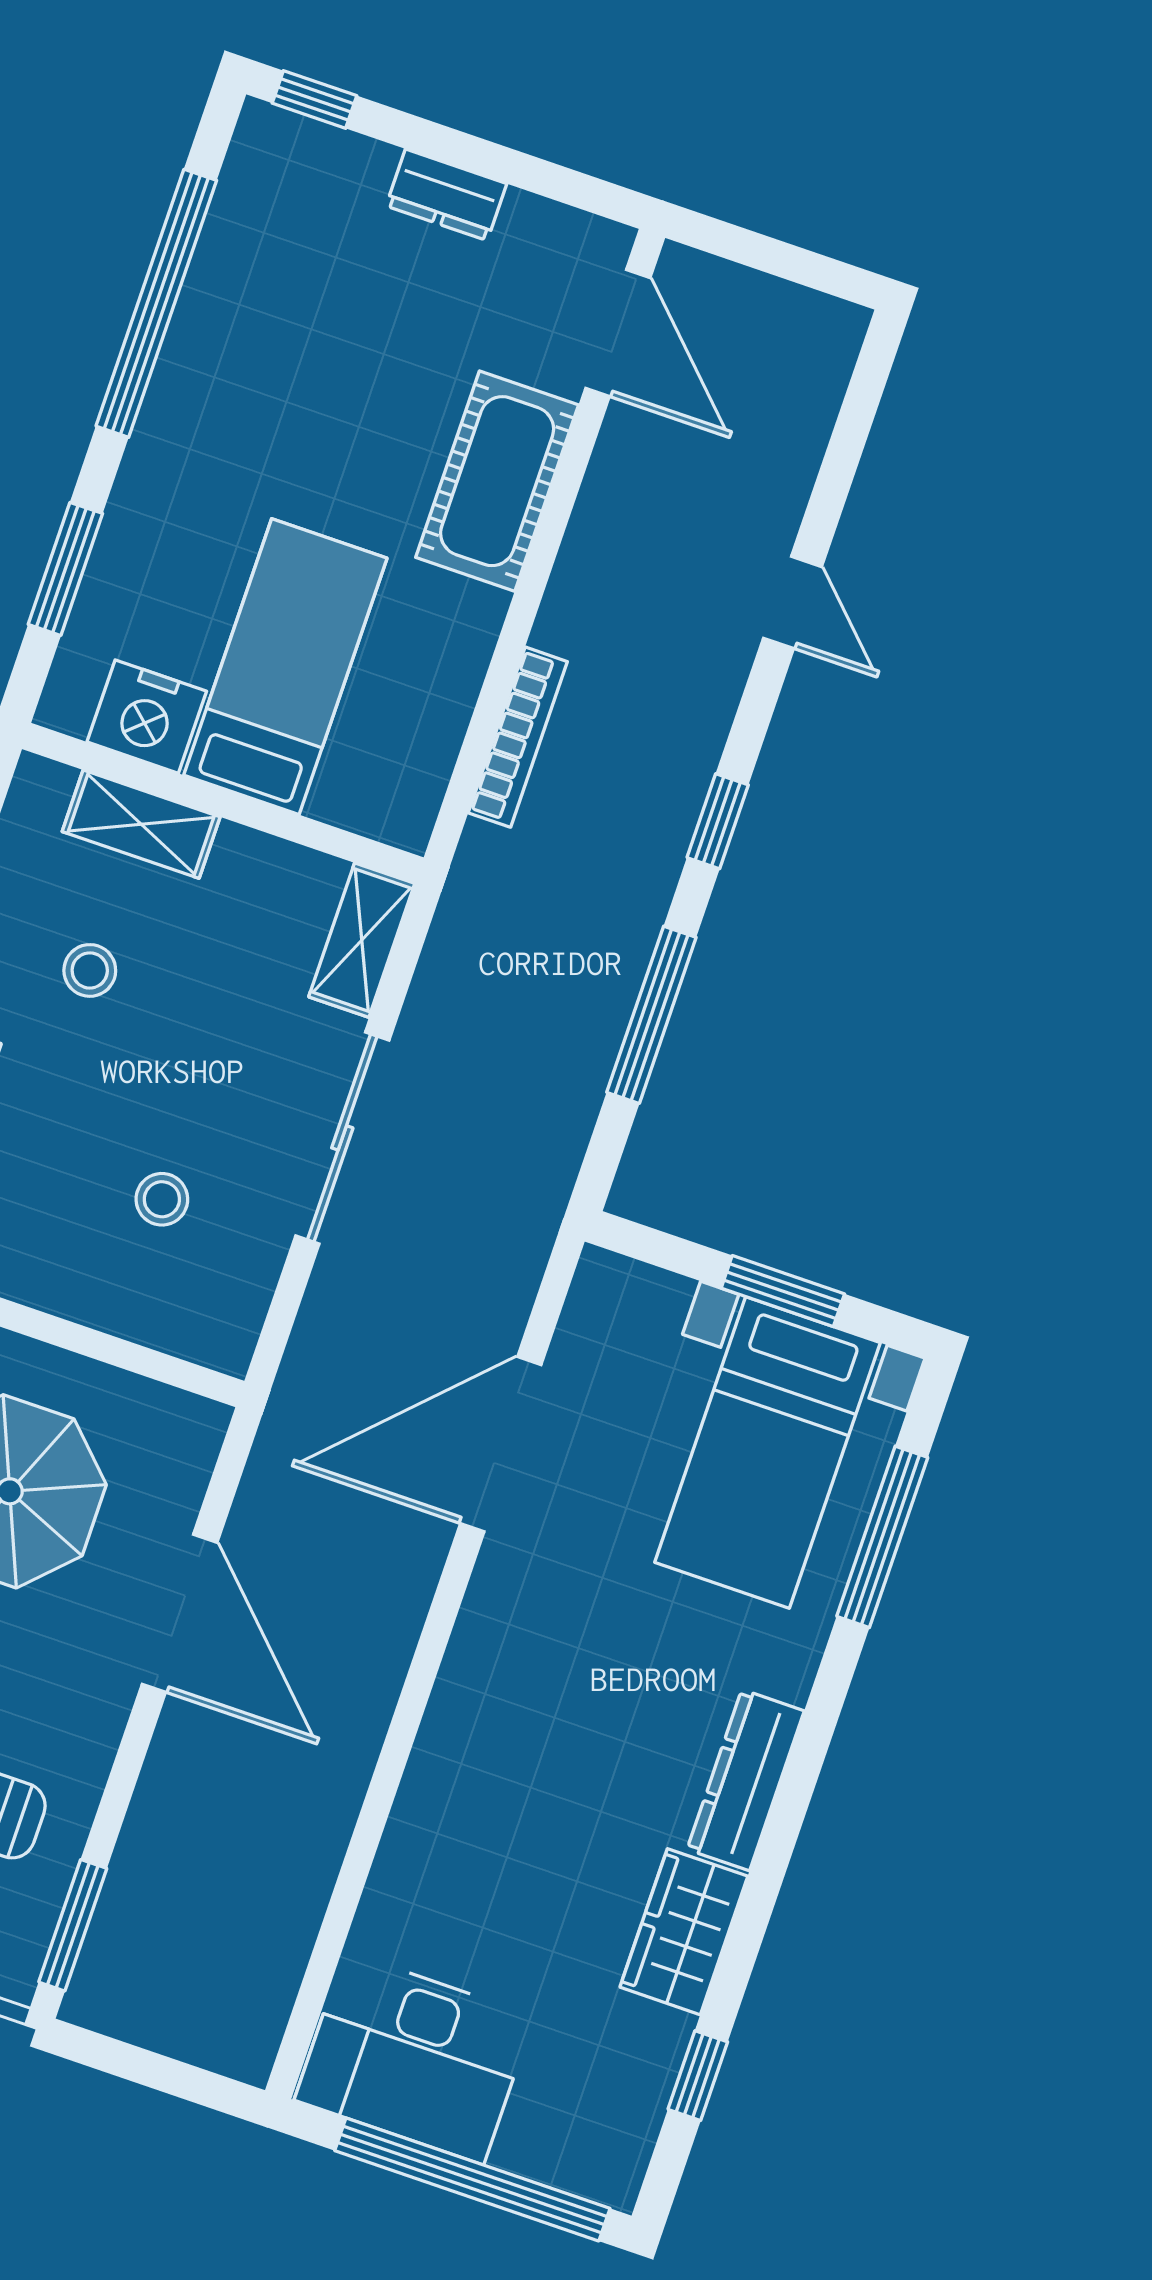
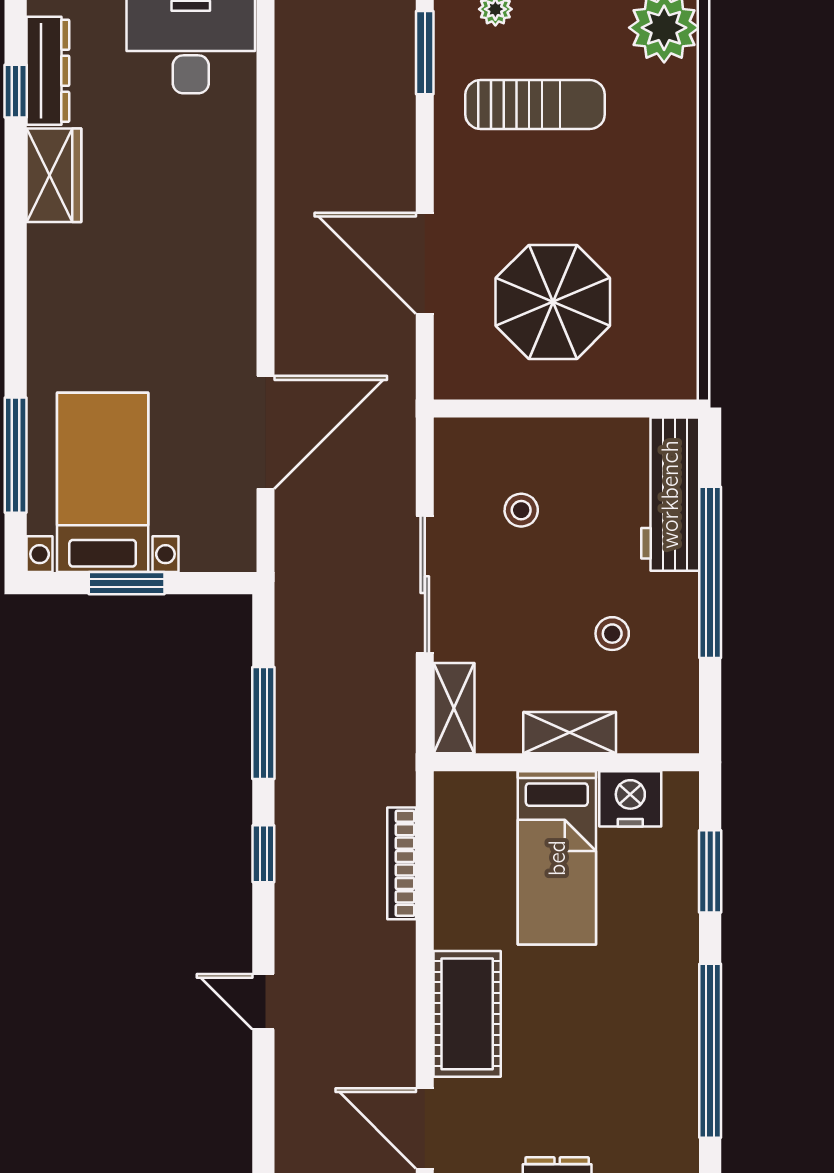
shelving: (141, 824) -> (570, 733), moved
dresser: (746, 1780) -> (48, 71), moved

